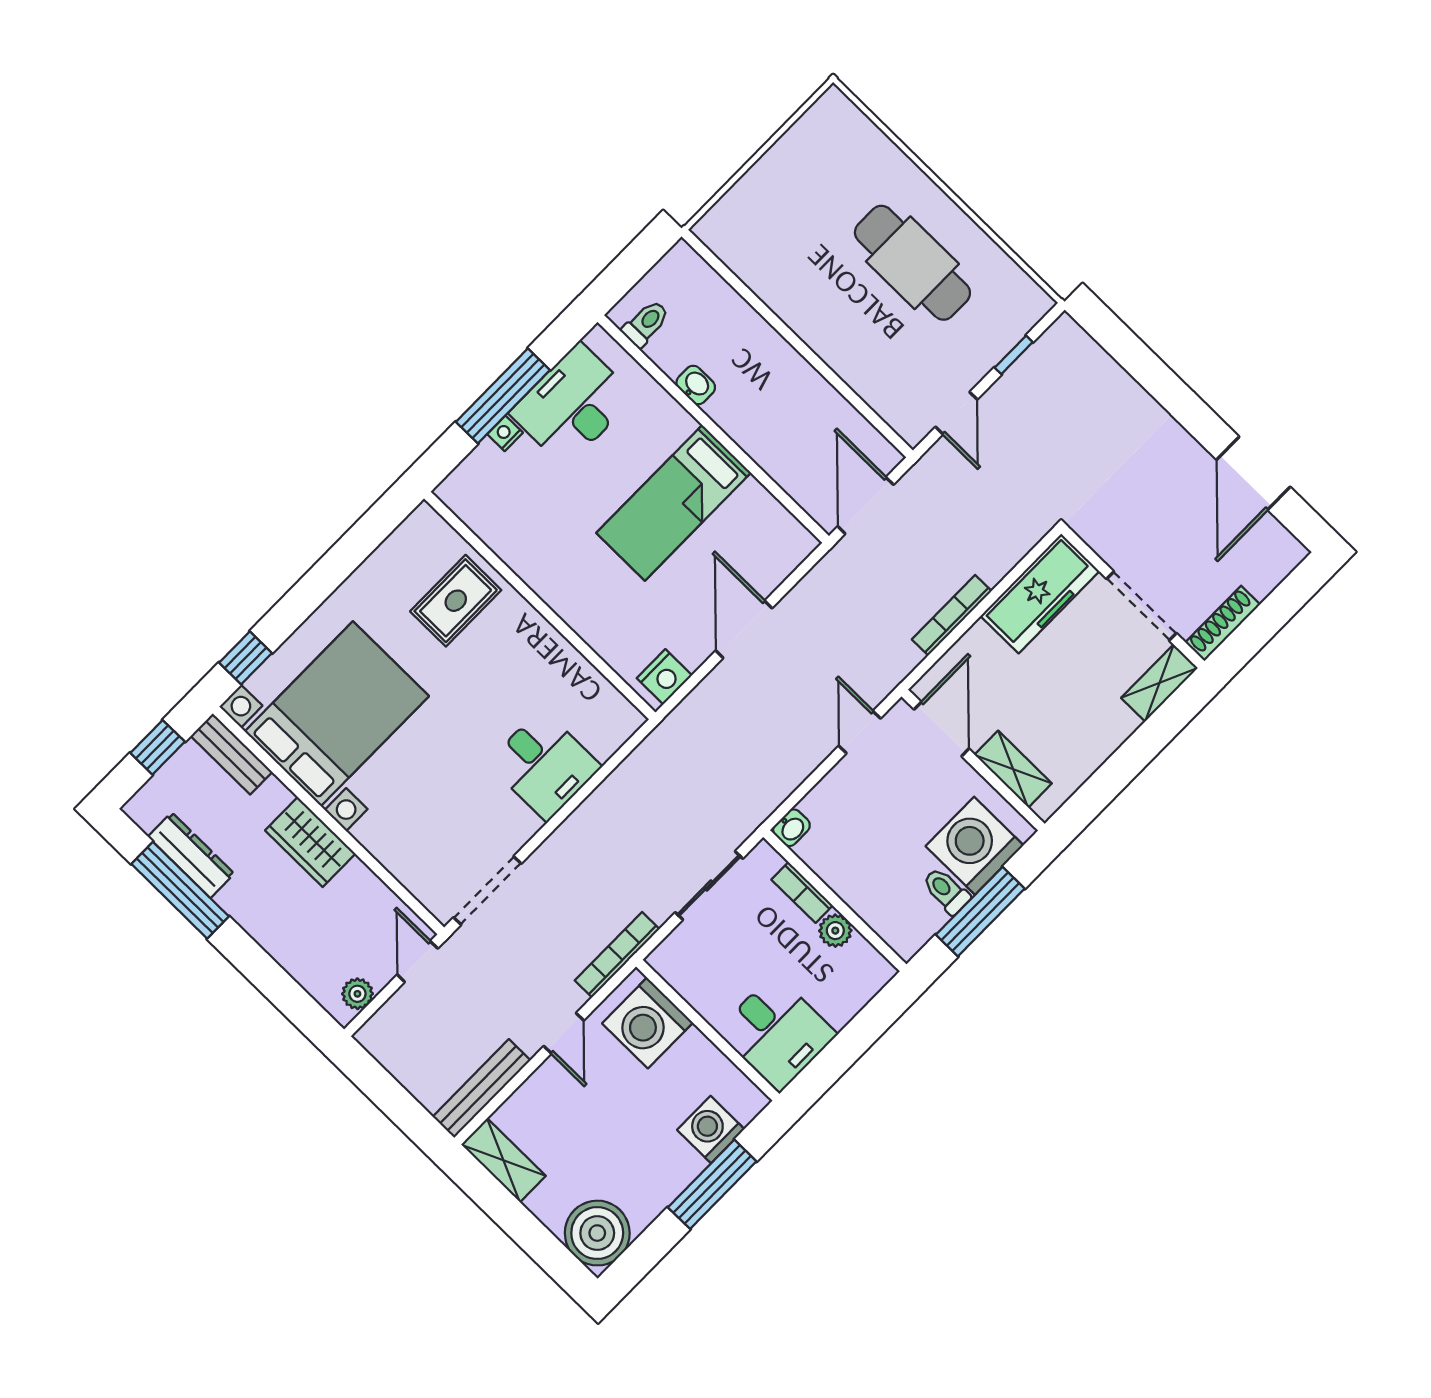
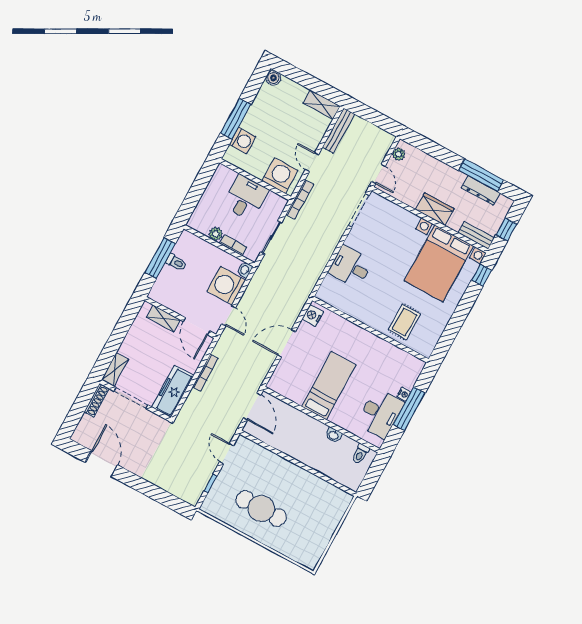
door: (744, 629) -> (286, 343), swing flipped
washing machine: (975, 846) -> (226, 286), moved, turned 180
desk: (777, 1032) -> (245, 198), moved, turned 90
boiler: (597, 1233) -> (273, 78), width x0.54, depth x0.54

